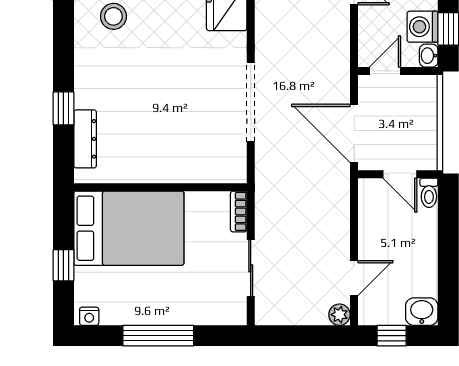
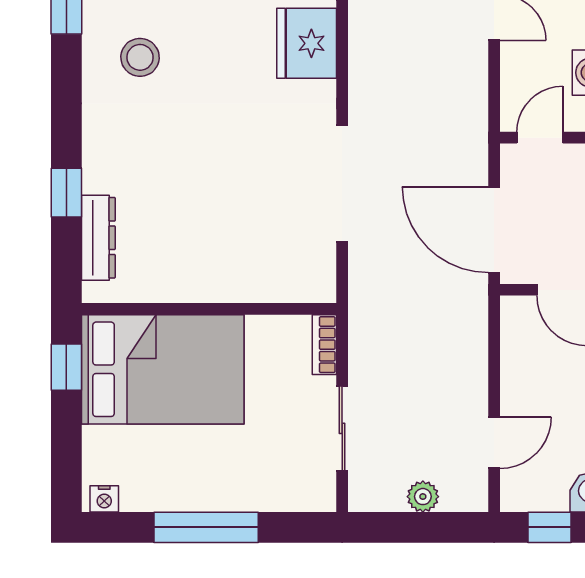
window: (63, 265) -> (66, 367), moved
plant: (339, 315) -> (423, 497), moved

